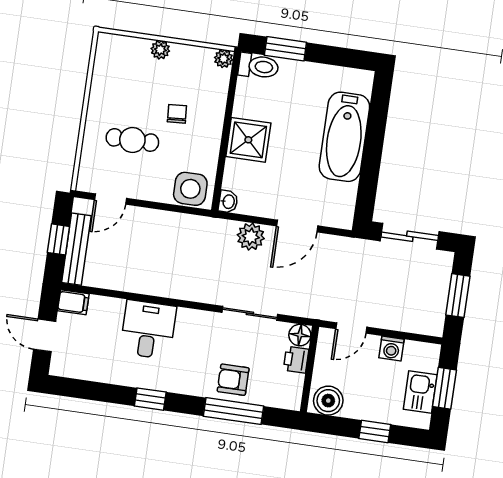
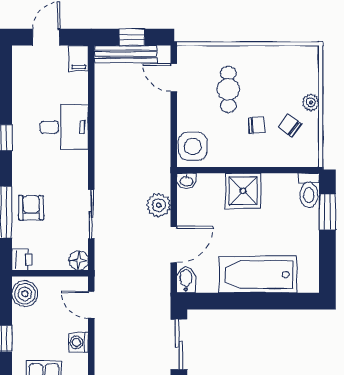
plant: (224, 59) -> (311, 159), removed
chair: (182, 77) -> (290, 125), added
bidet: (339, 218) -> (186, 280), added
door: (297, 226) -> (174, 244), swing flipped
printer: (296, 360) -> (22, 259), moved, turned 90

